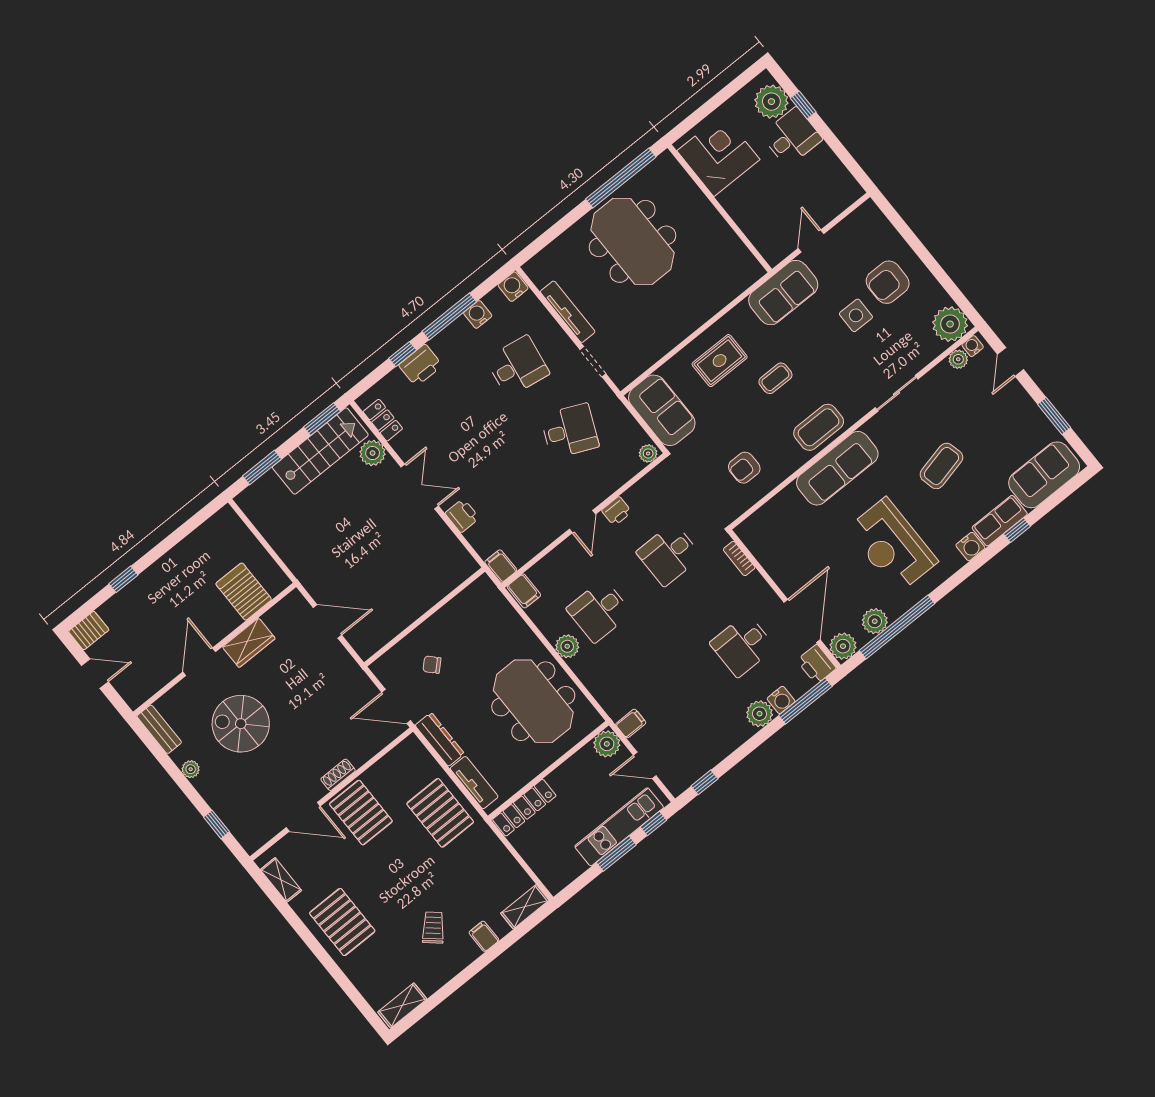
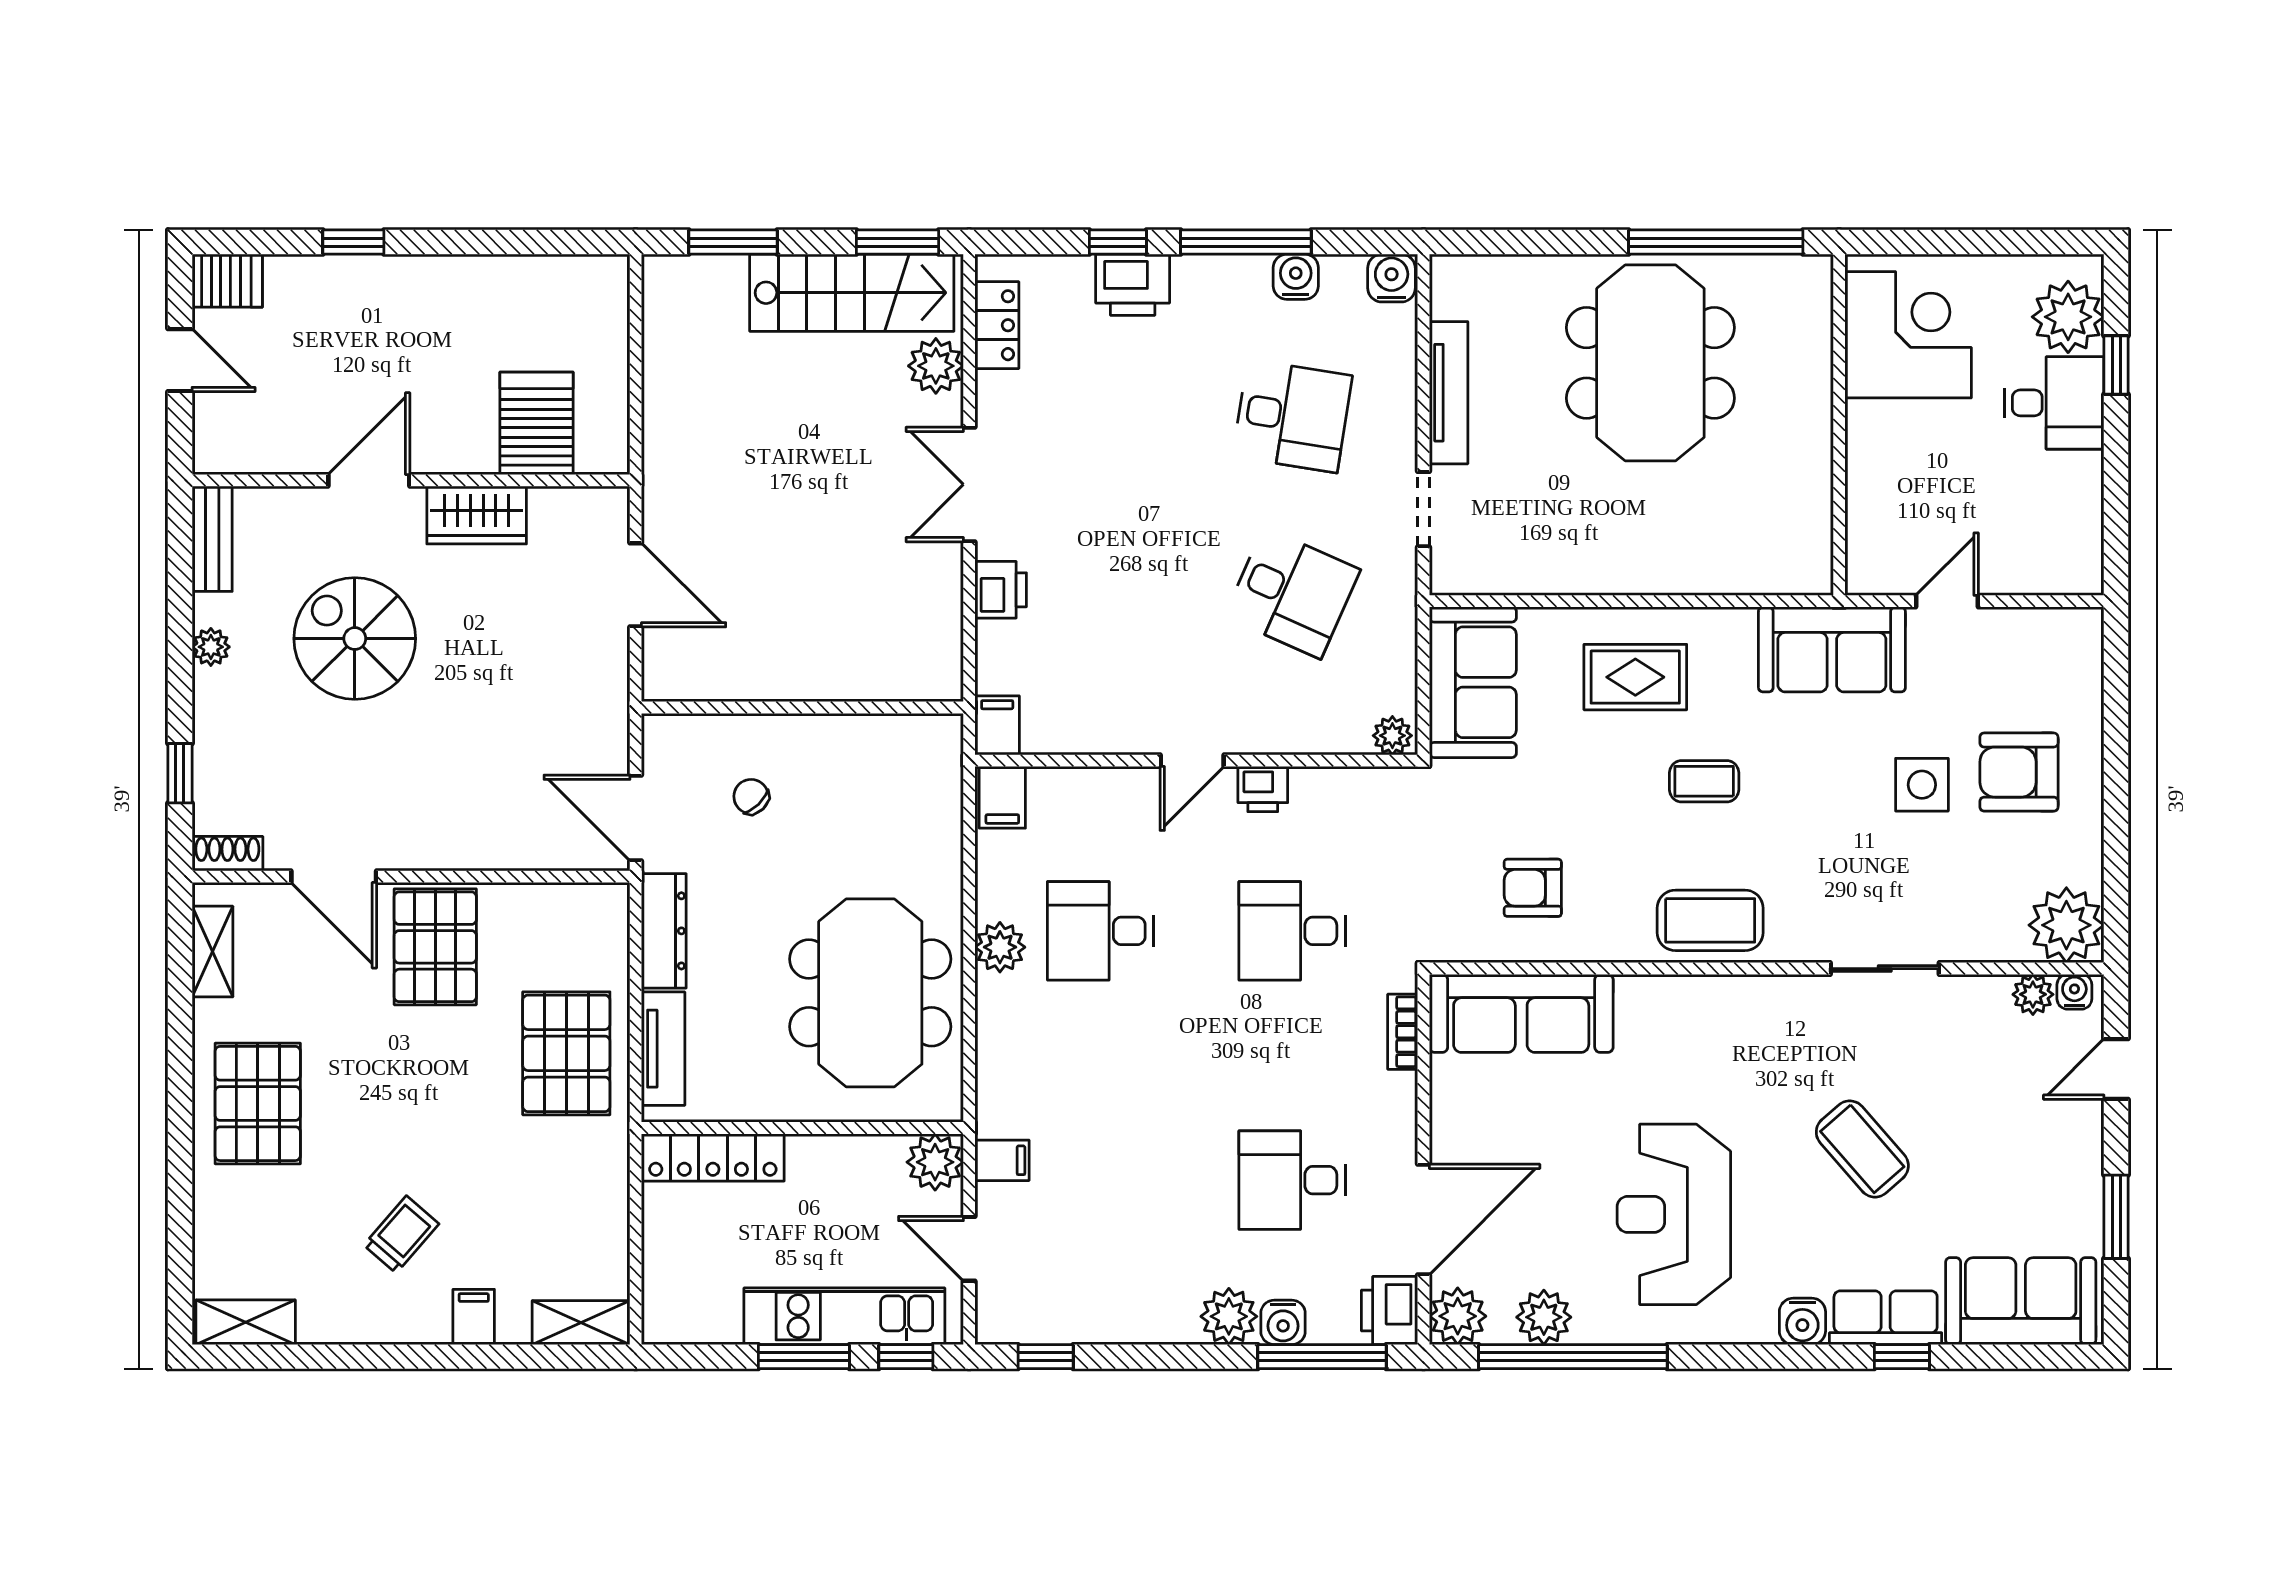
coffee table: (941, 466) -> (1862, 1149), turned 62
sofa: (837, 468) -> (1521, 1013), moved
double door: (420, 486) -> (969, 484), swing flipped
shoe rack: (338, 775) -> (227, 854), moved

